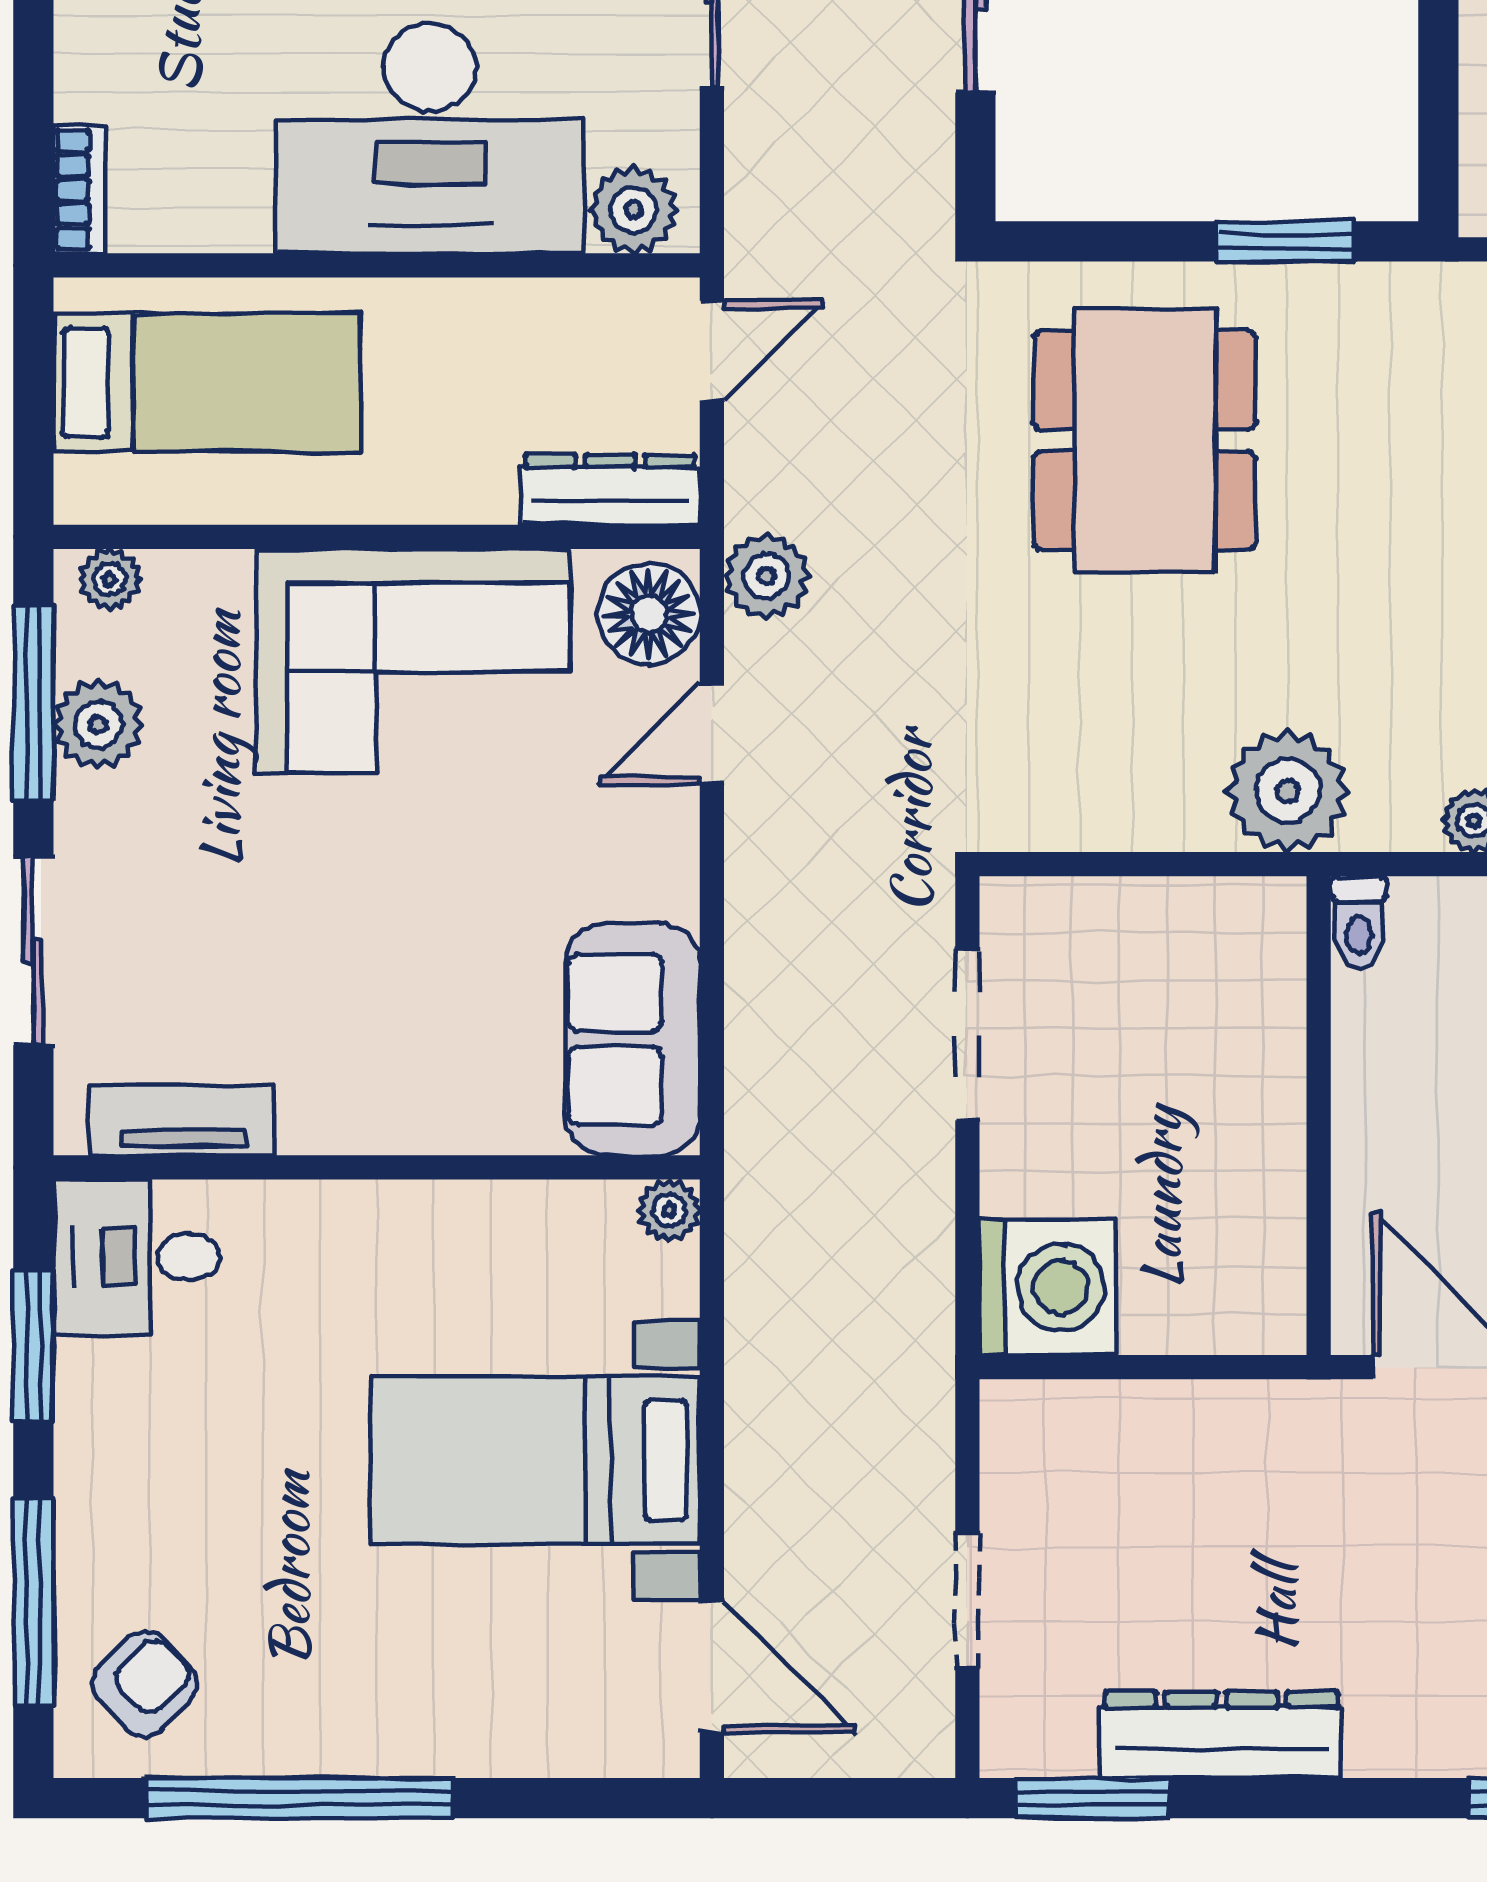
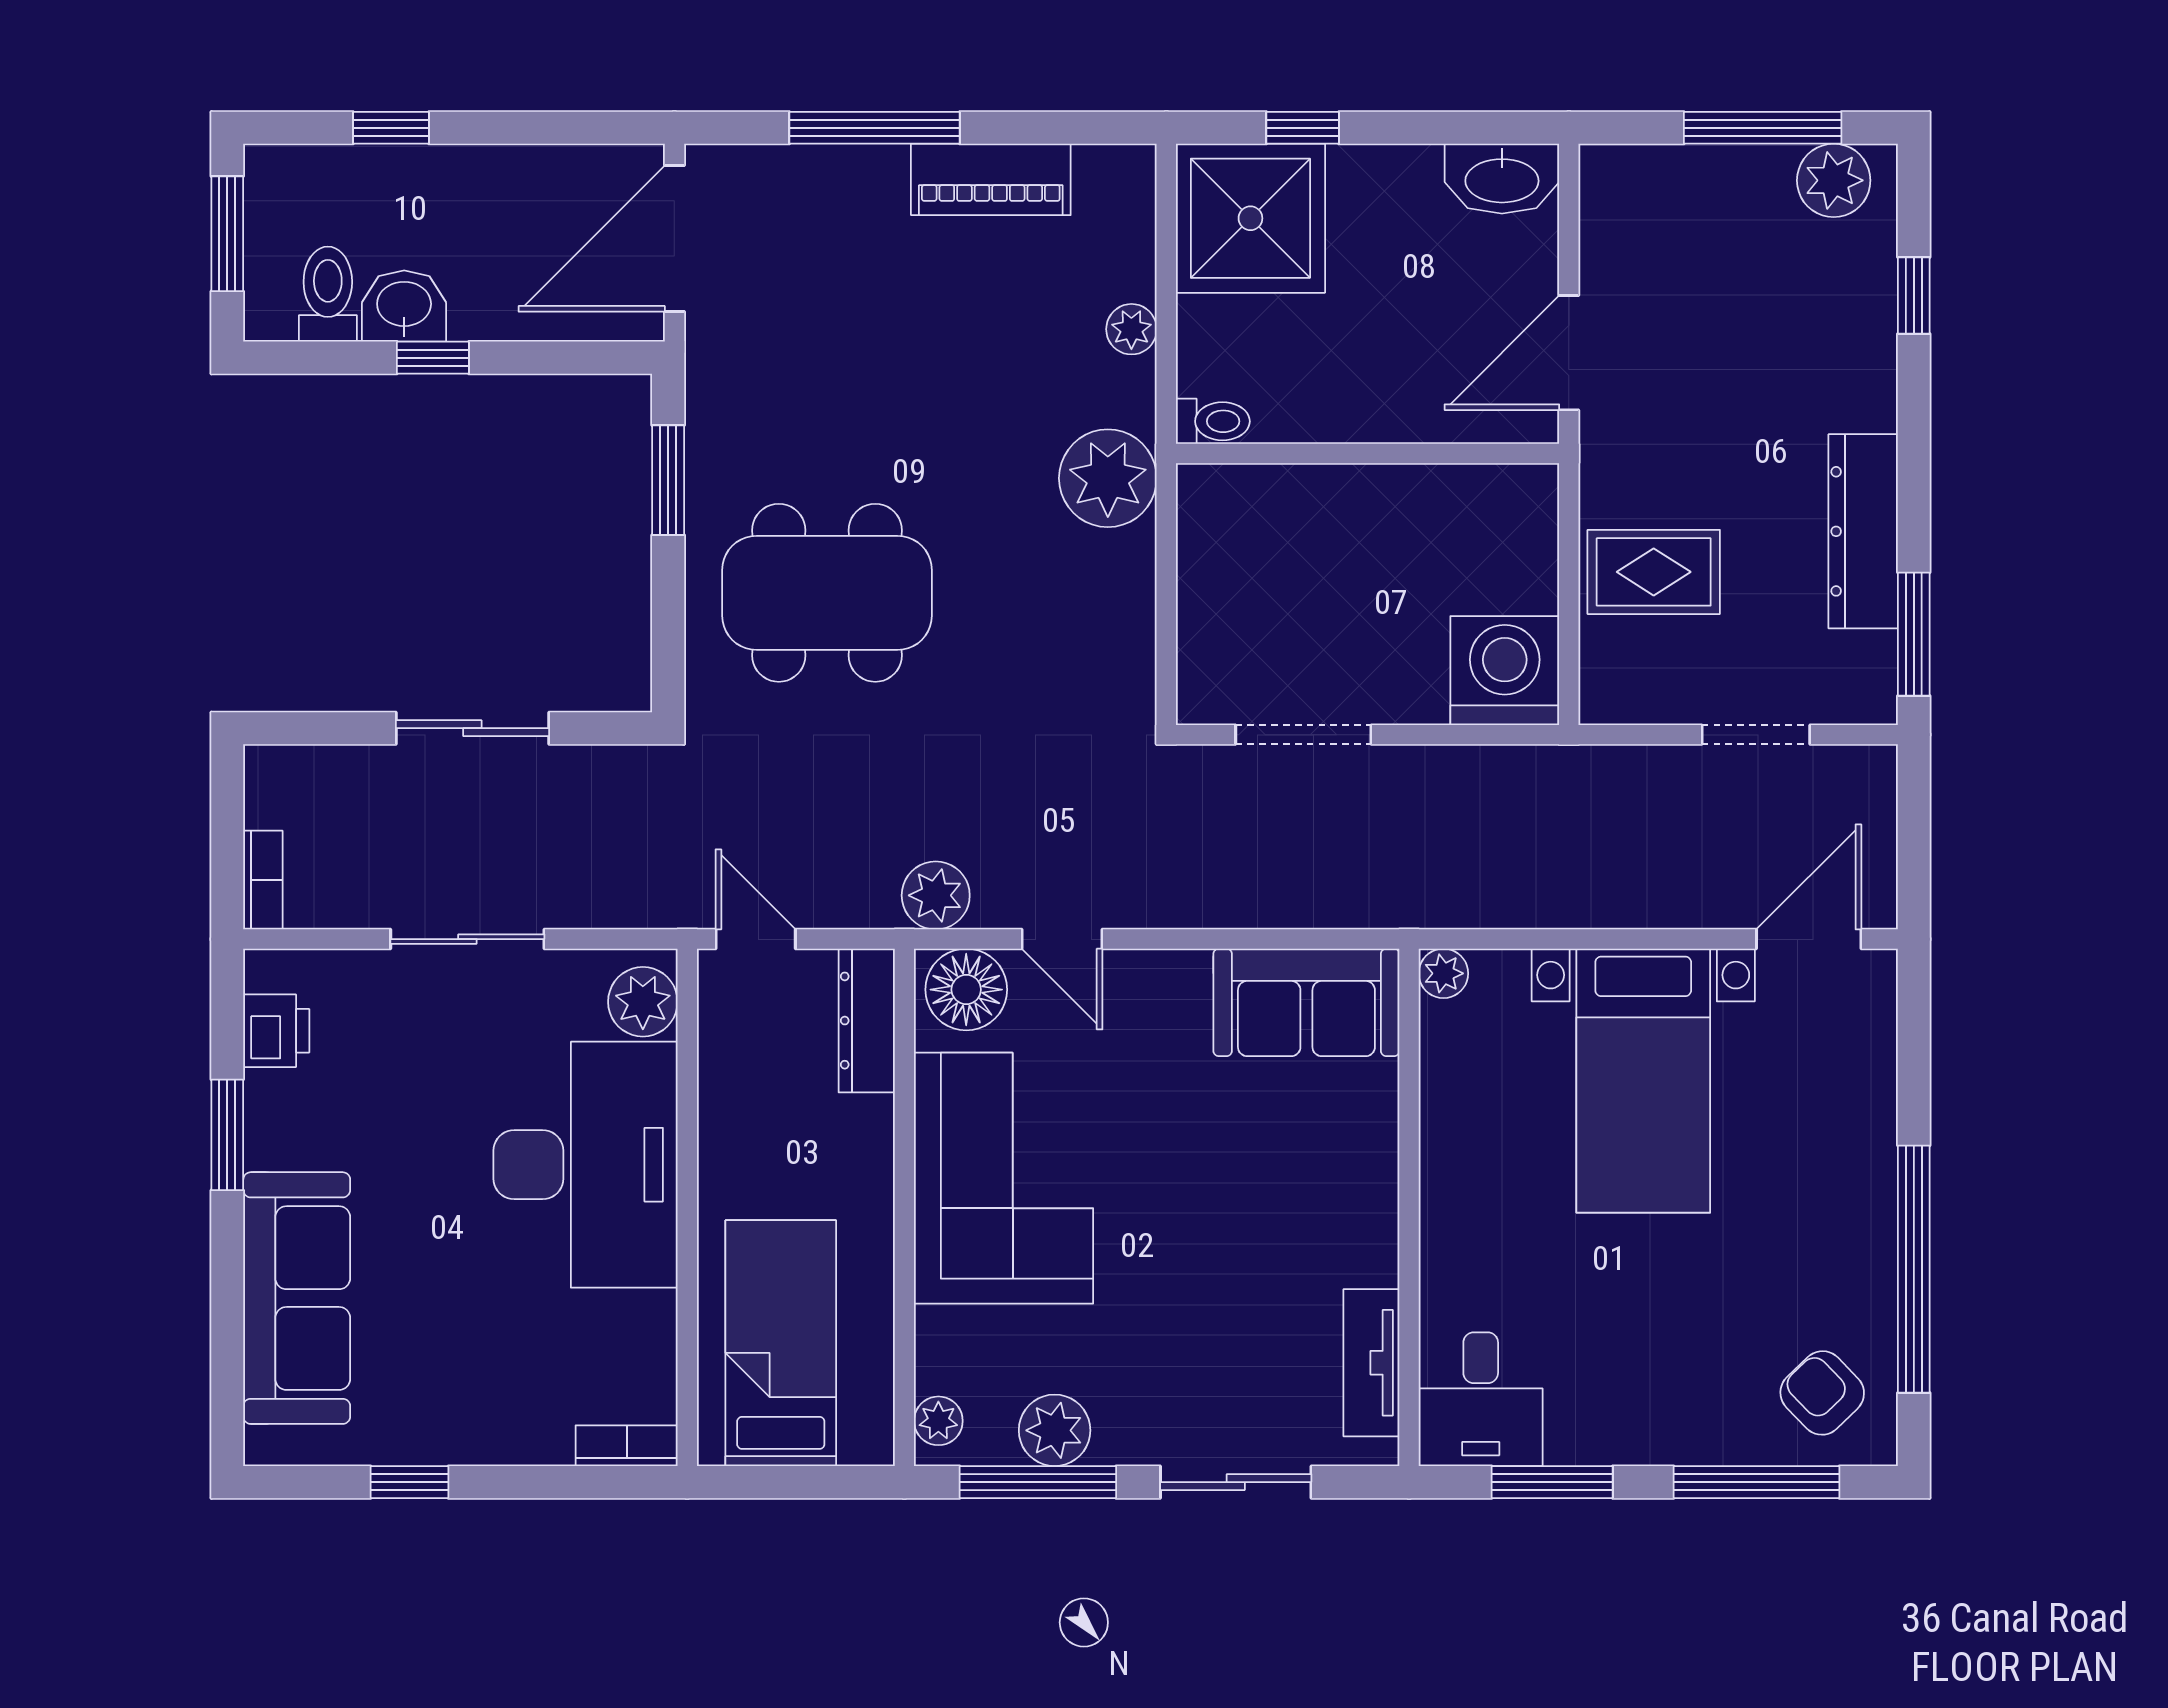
rug: (1171, 1473) -> (1654, 572), added

